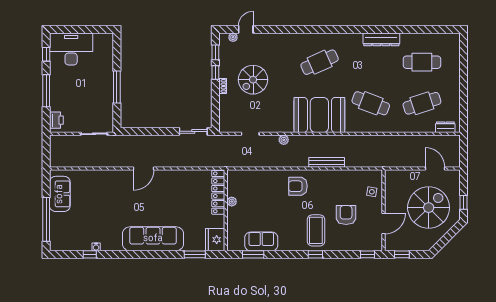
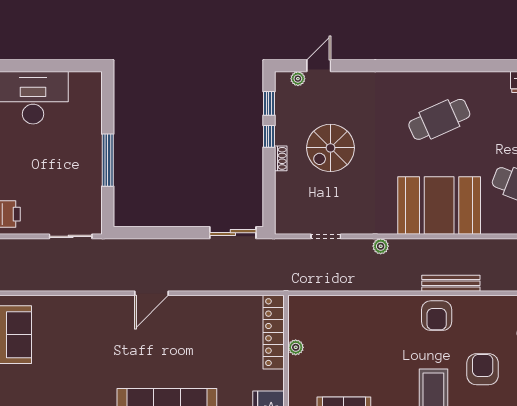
armchair: (298, 186) -> (437, 316), moved, turned -90

